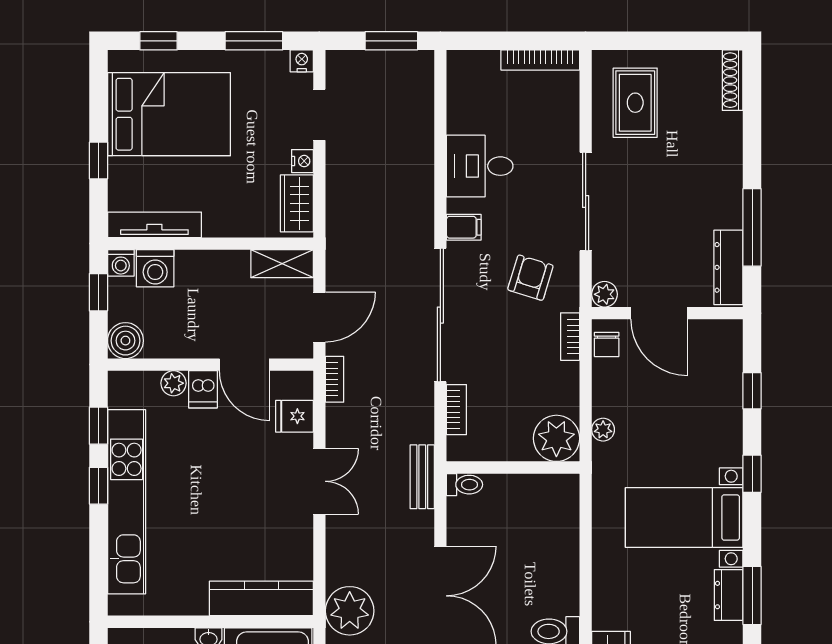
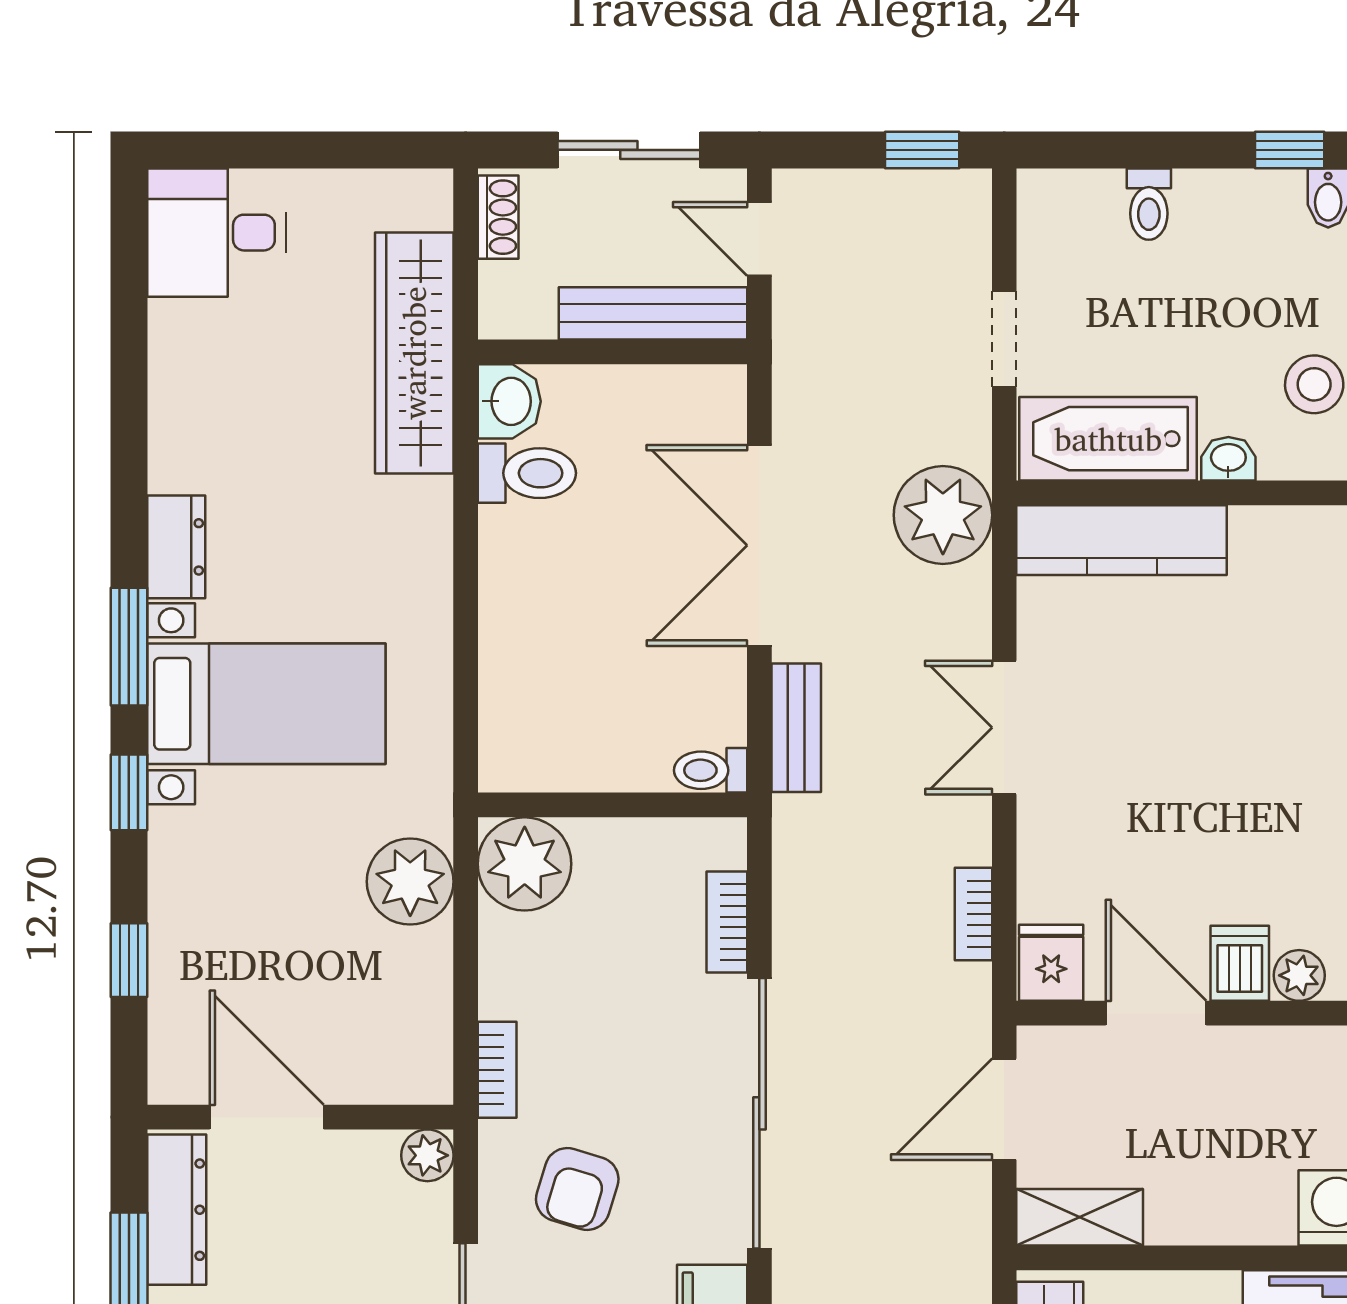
door: (659, 313) -> (267, 1117), moved
chair: (607, 344) -> (423, 1054), removed
bookcase: (335, 379) -> (973, 914), moved
fridge: (294, 416) -> (1051, 963), moved, turned -90
plant: (603, 430) -> (410, 882), width x1.88, depth x1.88
bench: (422, 477) -> (796, 728), moved
double door: (319, 481) -> (1004, 728), moved
window: (752, 596) -> (129, 647), moved

